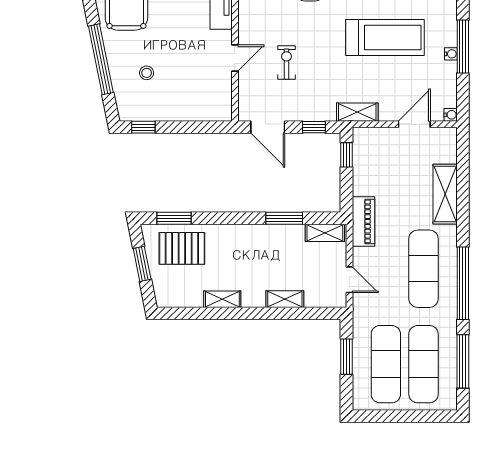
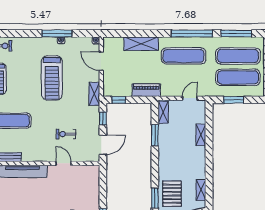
treadmill: (385, 38) -> (52, 78), turned 180
piano: (363, 221) -> (146, 90), moved
shelving: (222, 299) -> (201, 190), moved

